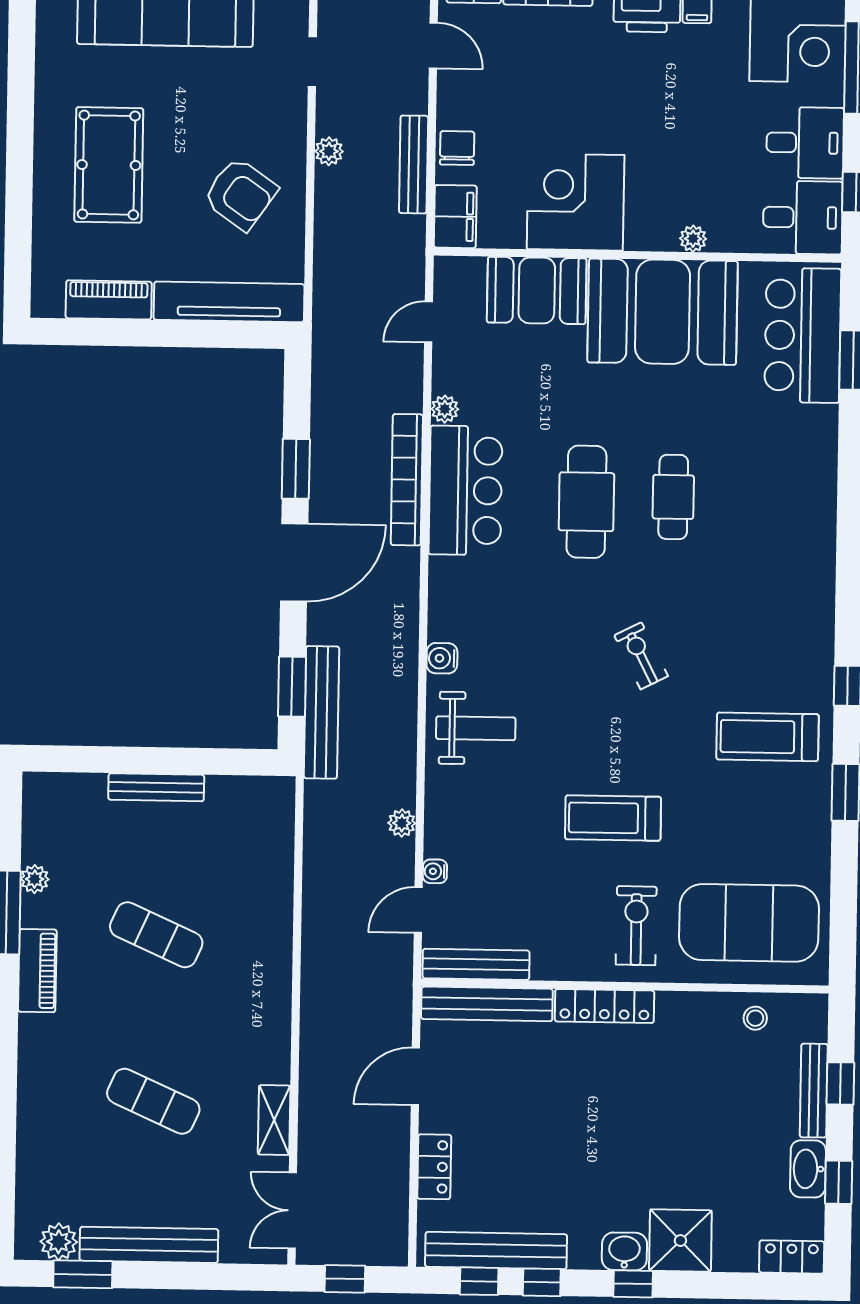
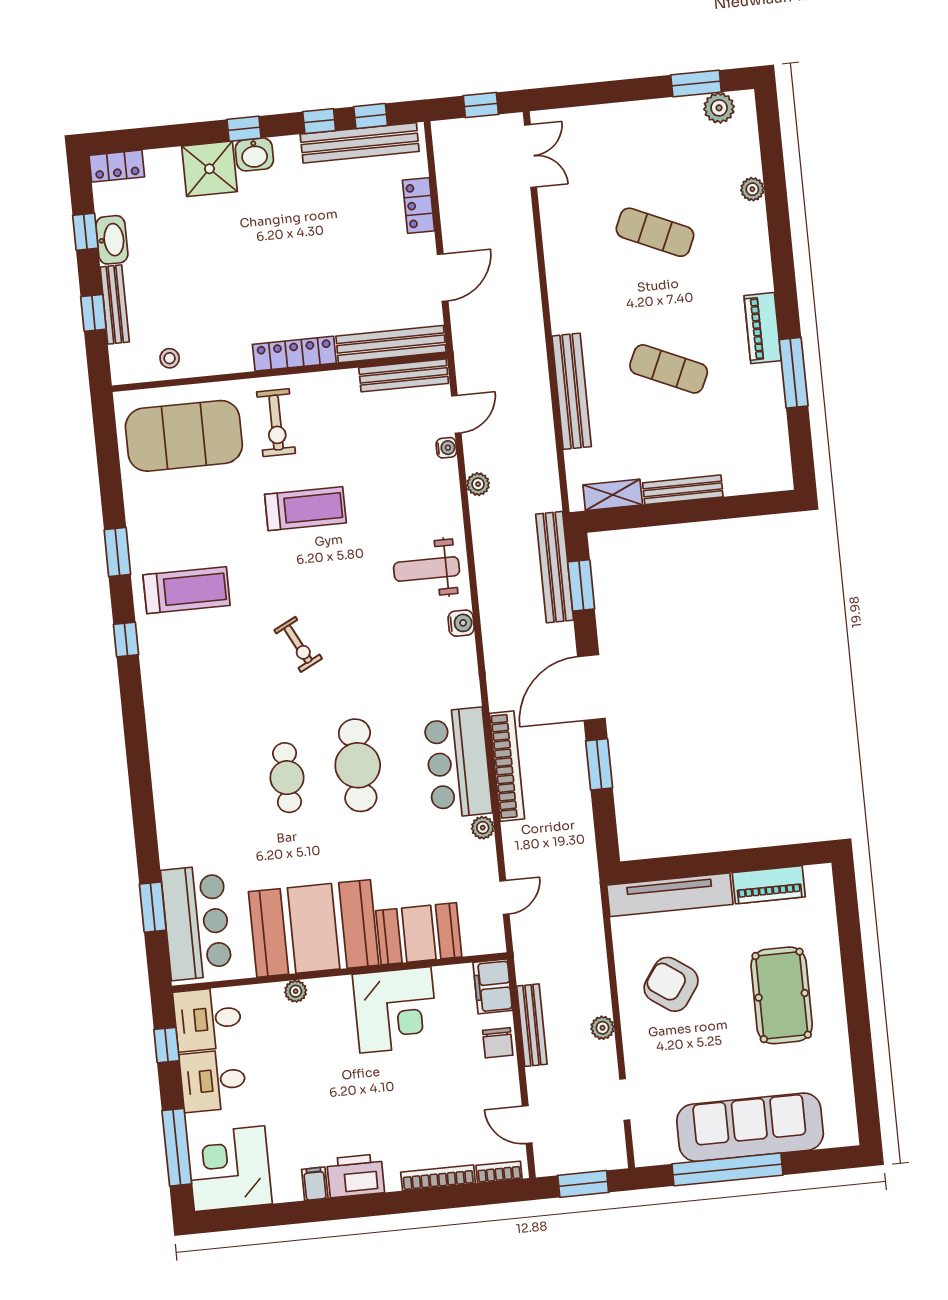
plant: (35, 879) -> (752, 189), moved
shelving: (274, 1120) -> (613, 495), moved, turned 90
bench: (149, 1245) -> (572, 391), moved, turned 90

